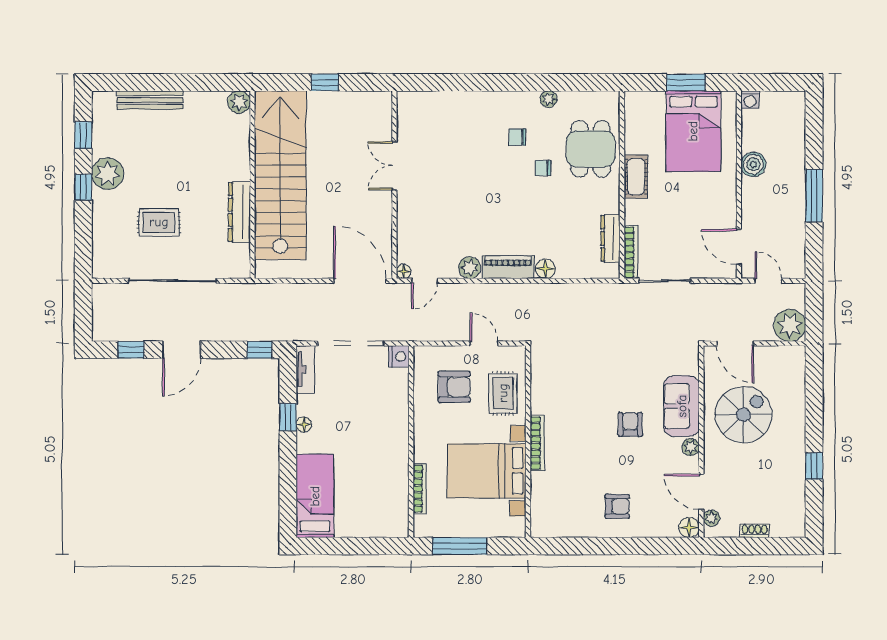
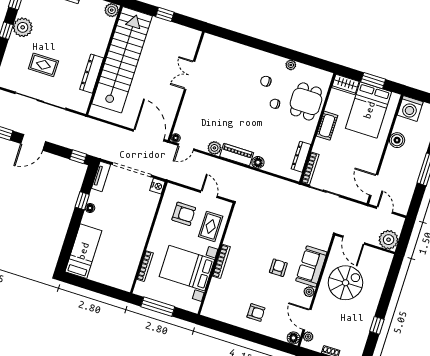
washing machine: (750, 100) -> (410, 108), width x1.89, depth x1.89
wardrobe: (644, 102) -> (345, 84), added

